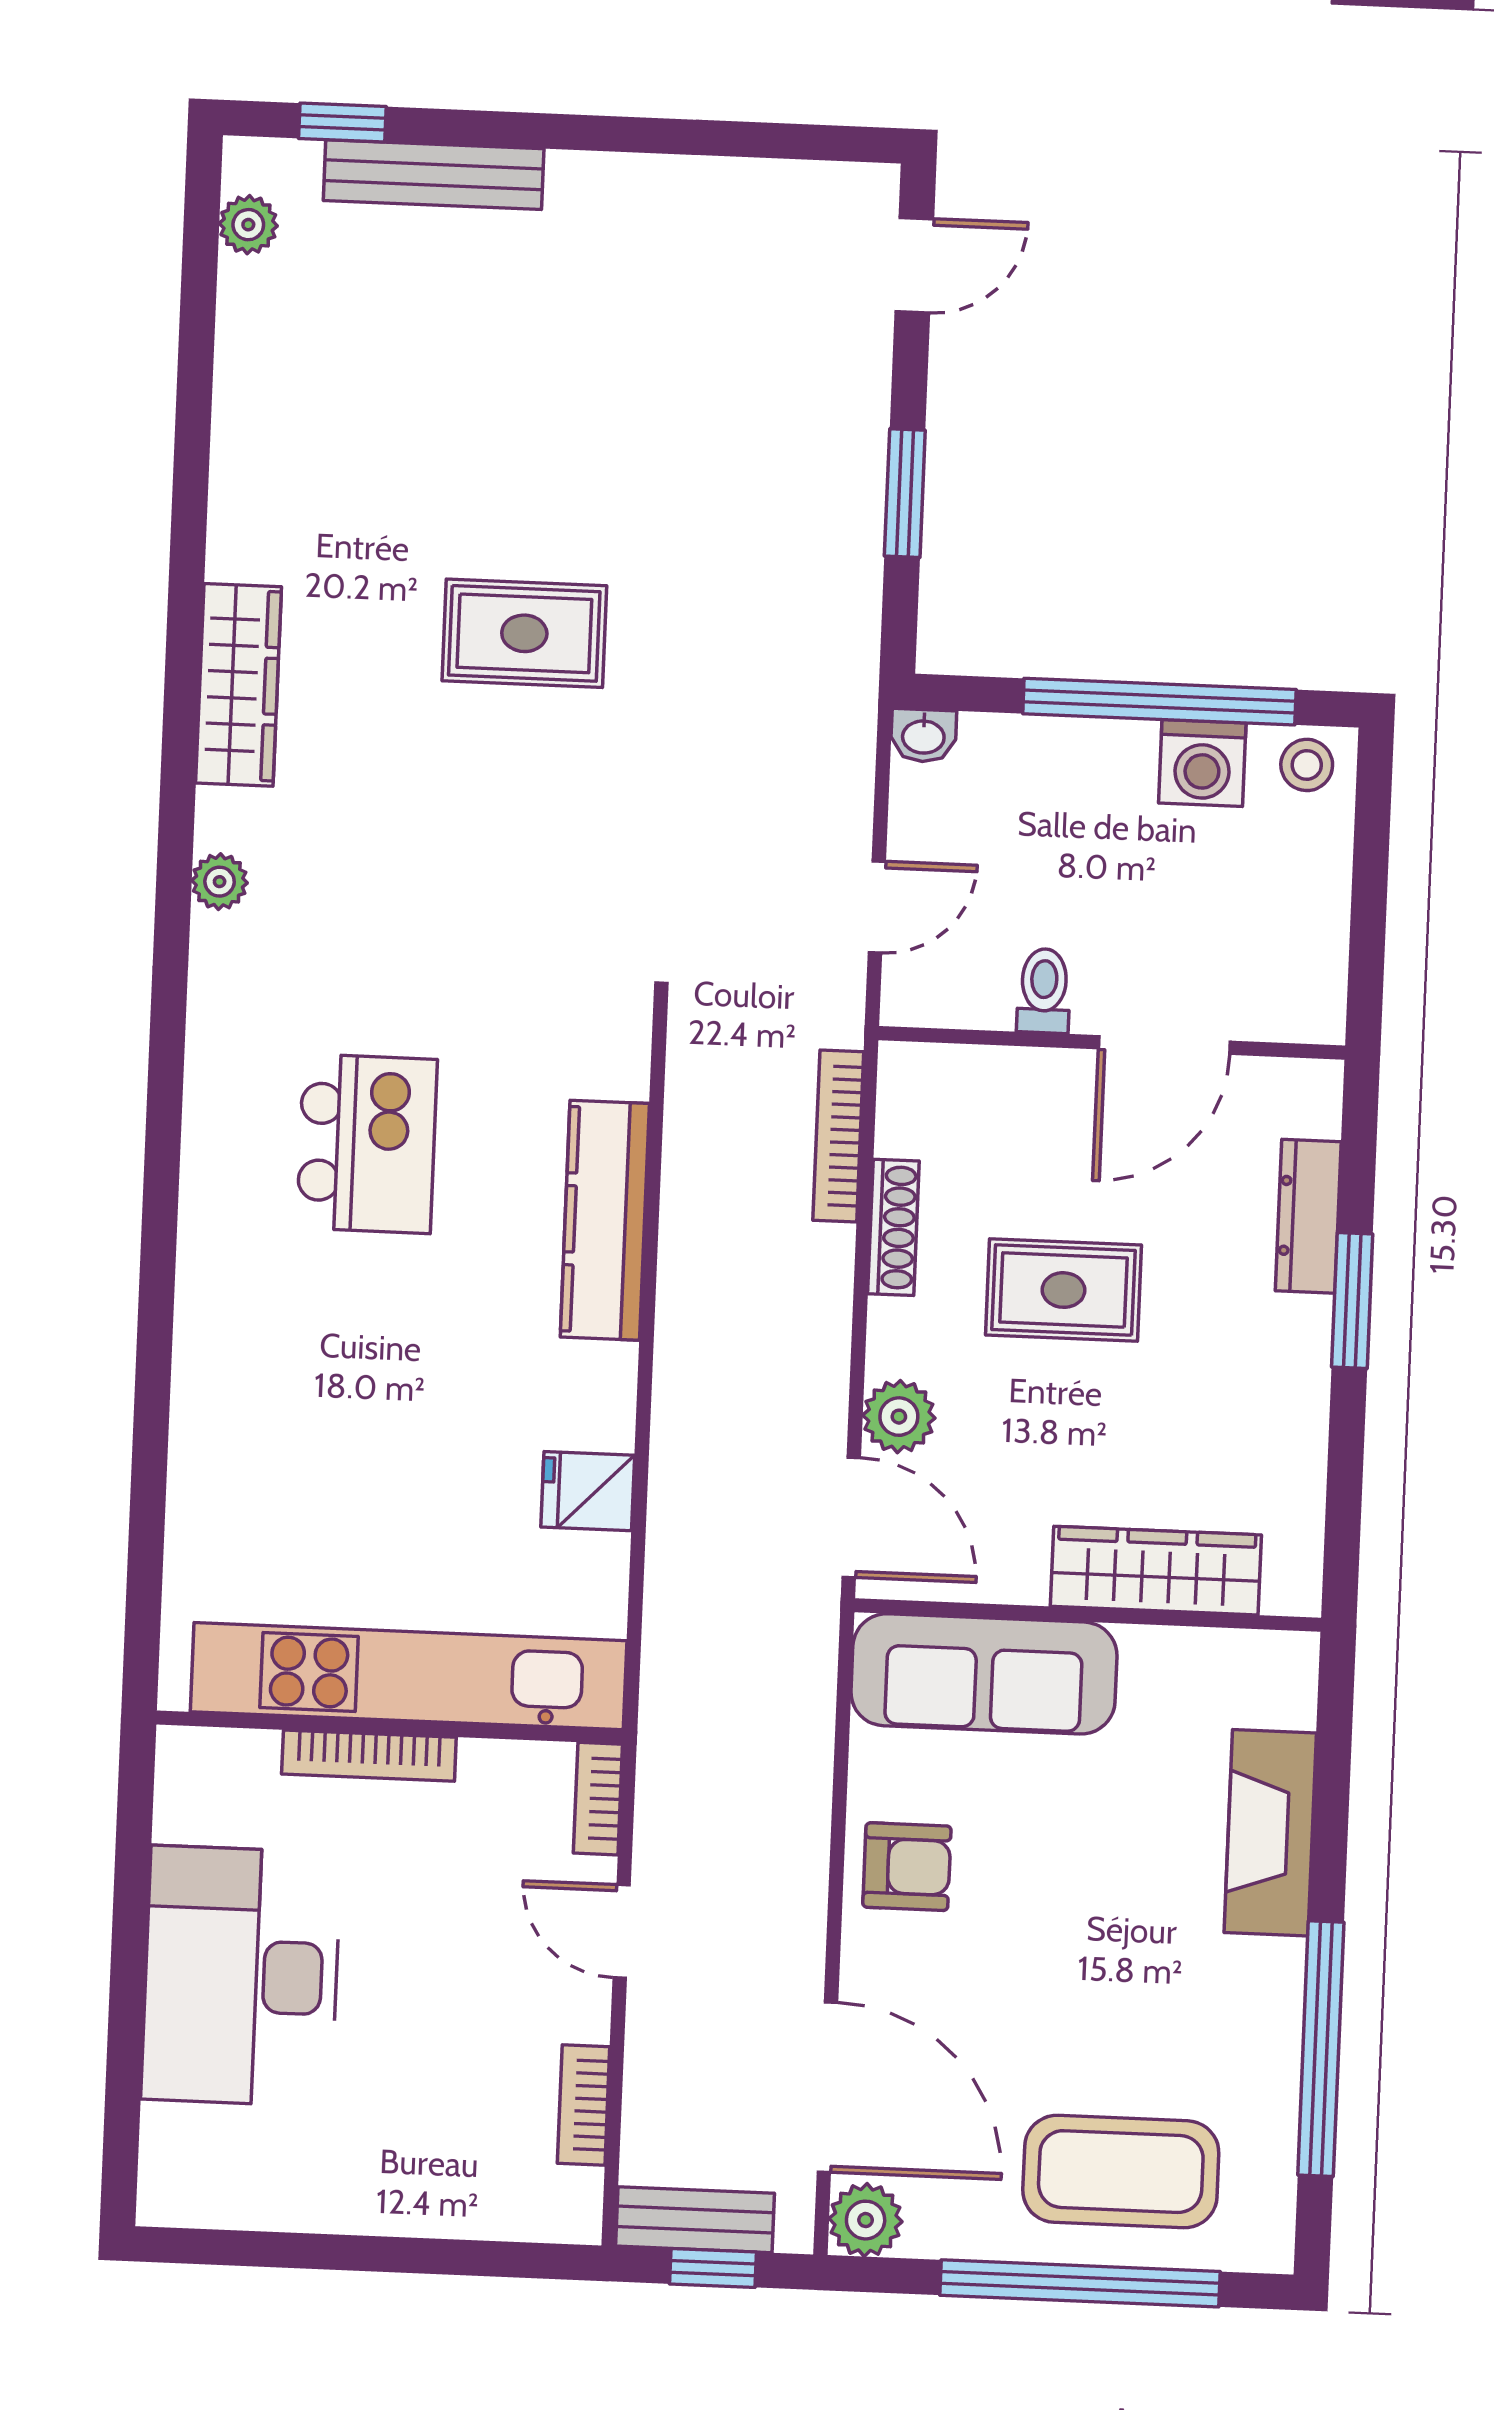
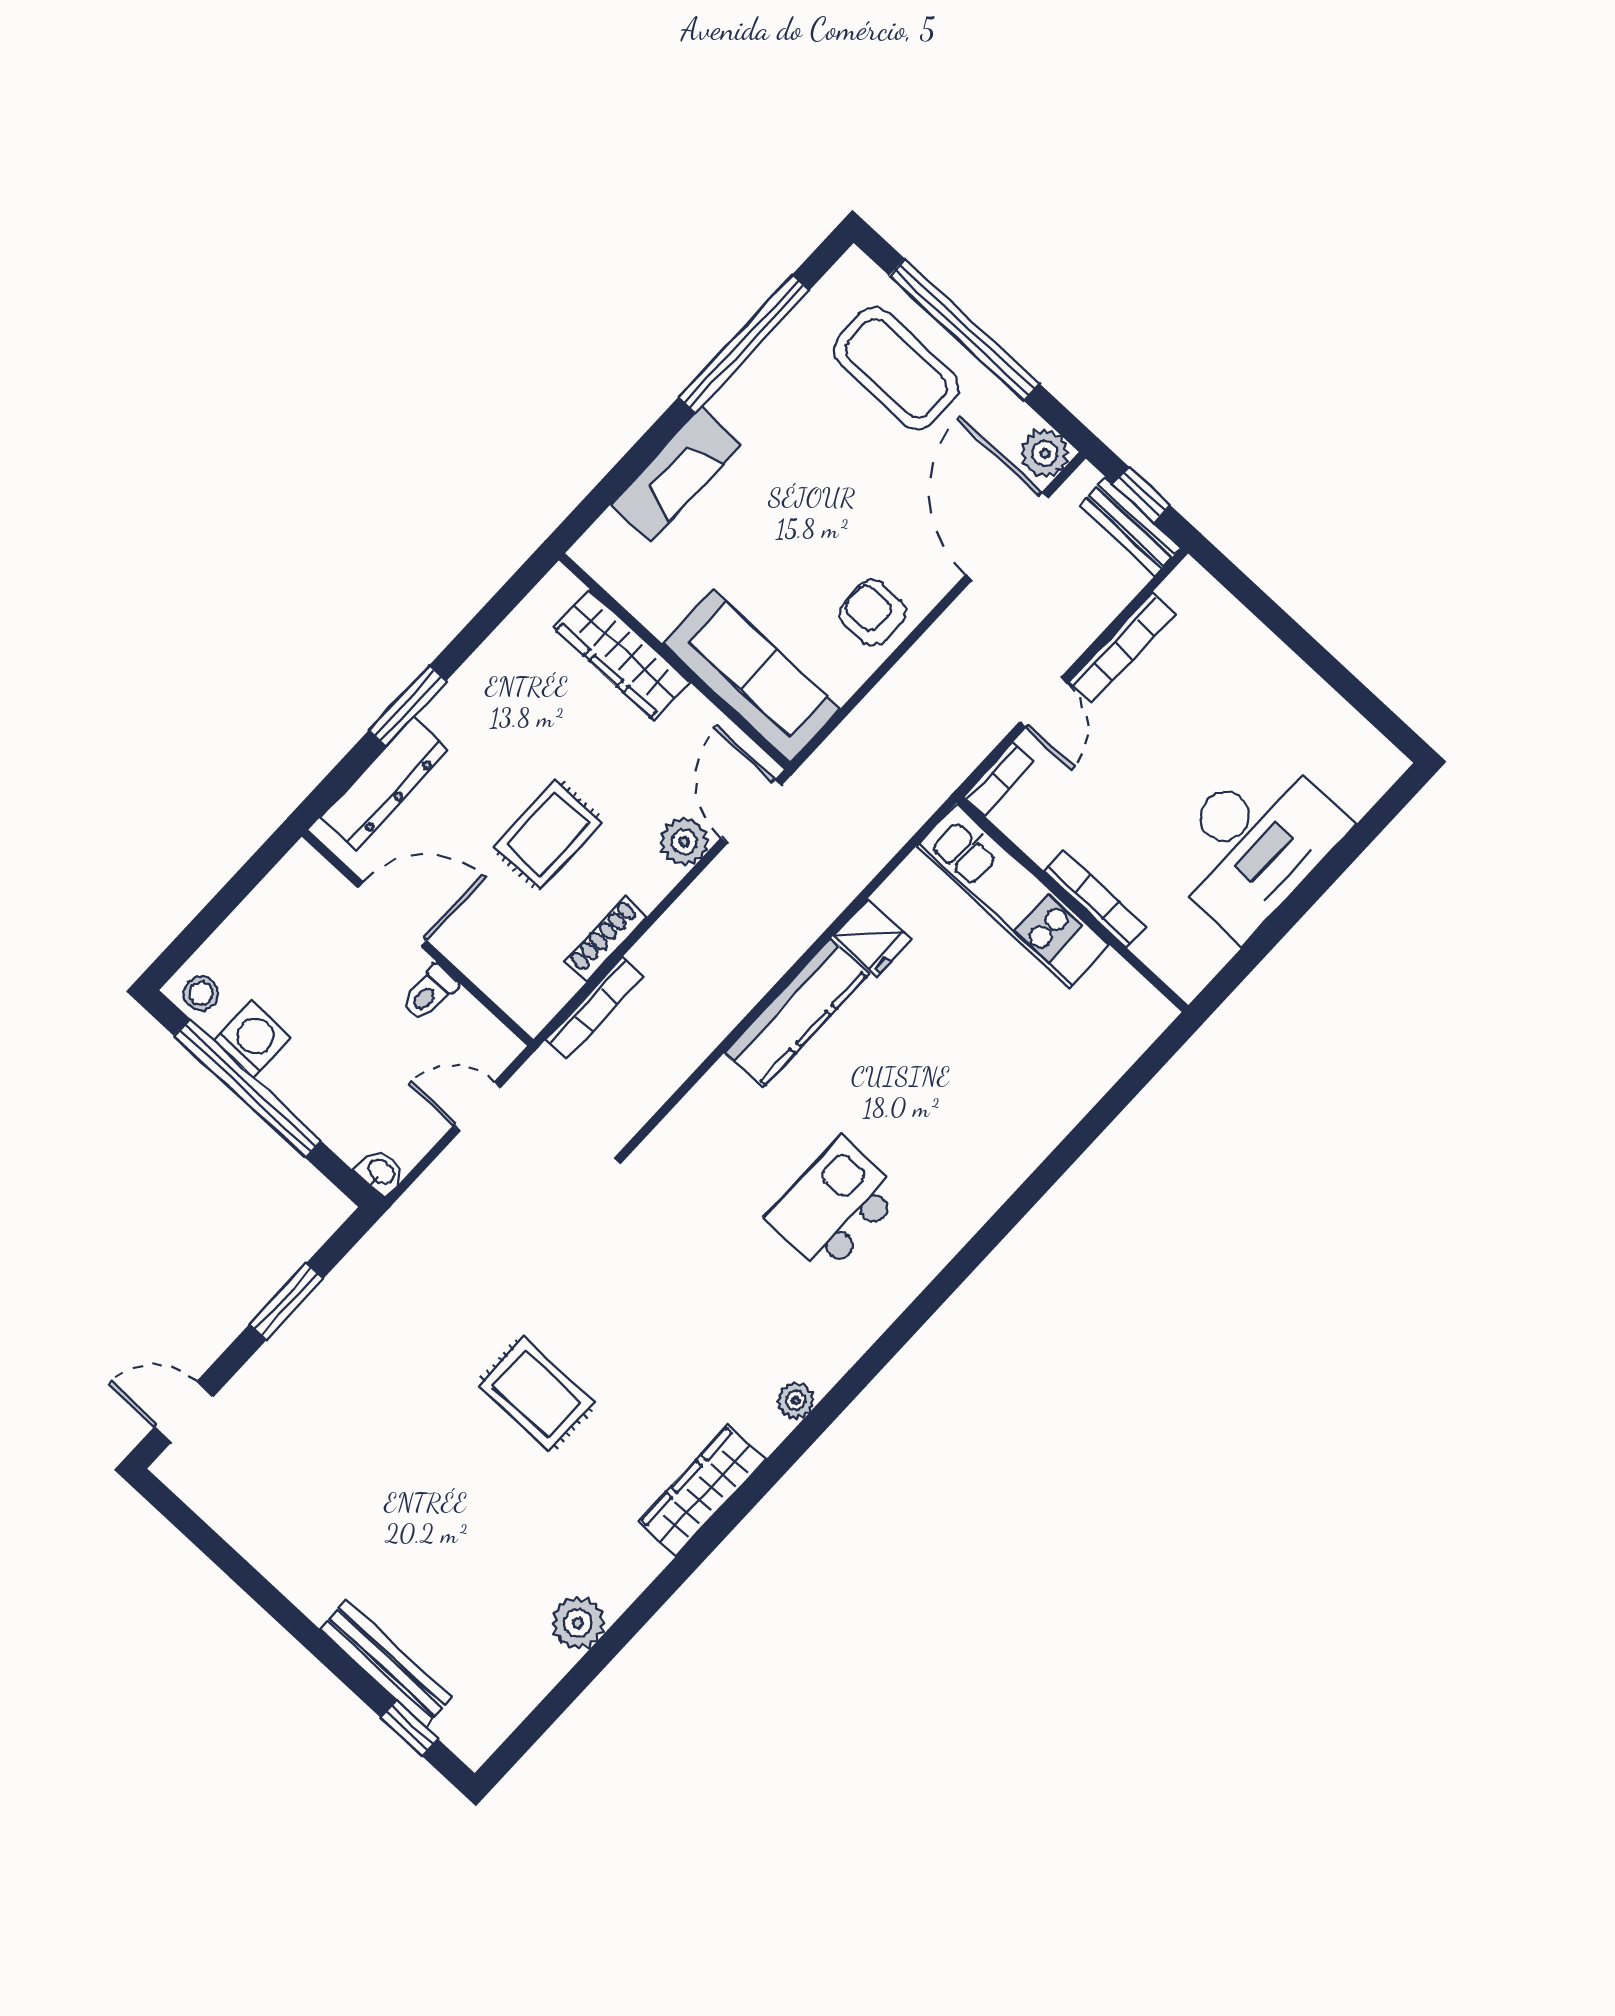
plant: (248, 225) -> (578, 1623), moved, width x1.38, depth x1.38
dresser: (1308, 1216) -> (384, 783), width x1.37, depth x1.24
kitchen counter: (605, 1220) -> (797, 1013), moved
rug: (1064, 1290) -> (548, 835), turned 90
kitchen unit: (409, 1676) -> (1013, 896), width x0.73
bookcase: (584, 2105) -> (1122, 648), width x1.56

